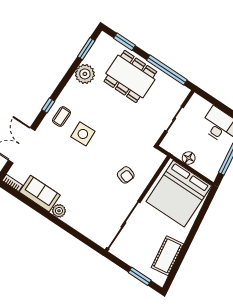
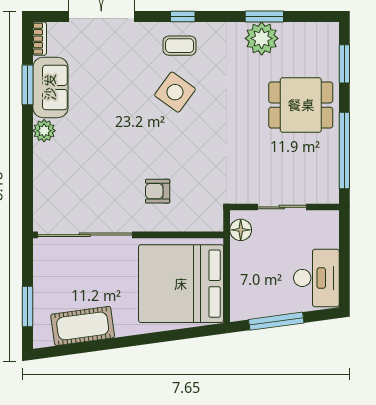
window: (86, 49) -> (264, 16), moved
dining table: (130, 77) -> (301, 105), width x0.73
side table: (83, 134) -> (175, 92), turned 38
floor lamp: (189, 158) -> (241, 230), moved
armchair: (126, 175) -> (158, 191), turned 72
window: (31, 204) -> (28, 85), added

